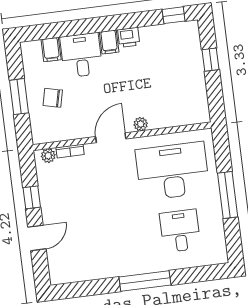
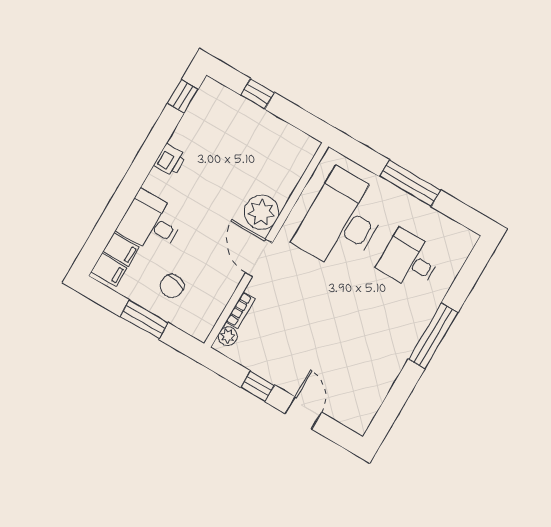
filing cabinet: (109, 42) -> (109, 270), moved
plant: (141, 124) -> (262, 212), width x1.88, depth x1.88

